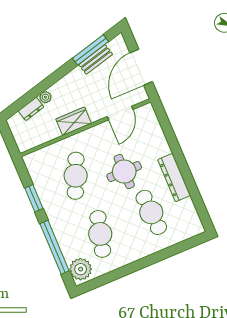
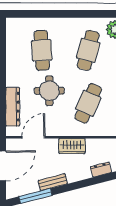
bench: (96, 59) -> (53, 182), moved
plant: (46, 97) -> (86, 174), removed
dresser: (174, 178) -> (13, 107), moved

